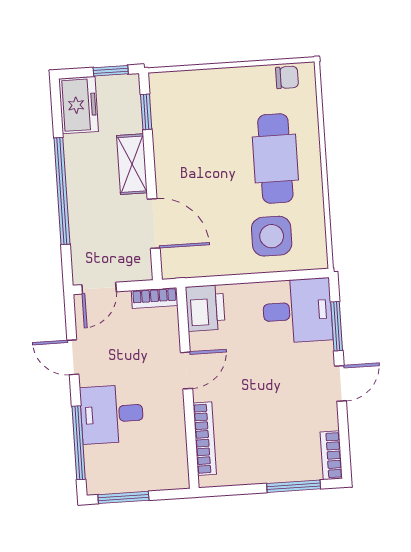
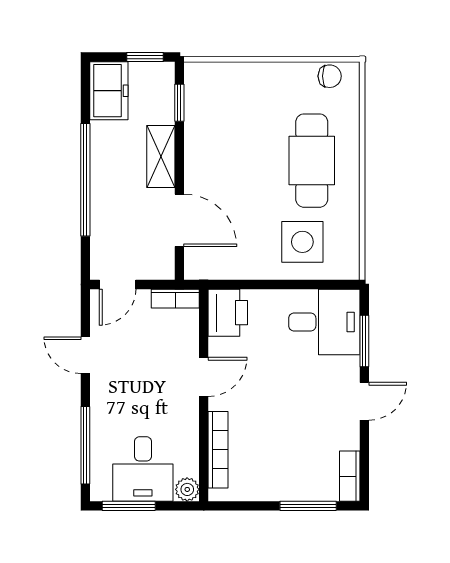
desk: (112, 414) -> (143, 469), moved, turned -90
plant: (178, 478) -> (187, 489), added

